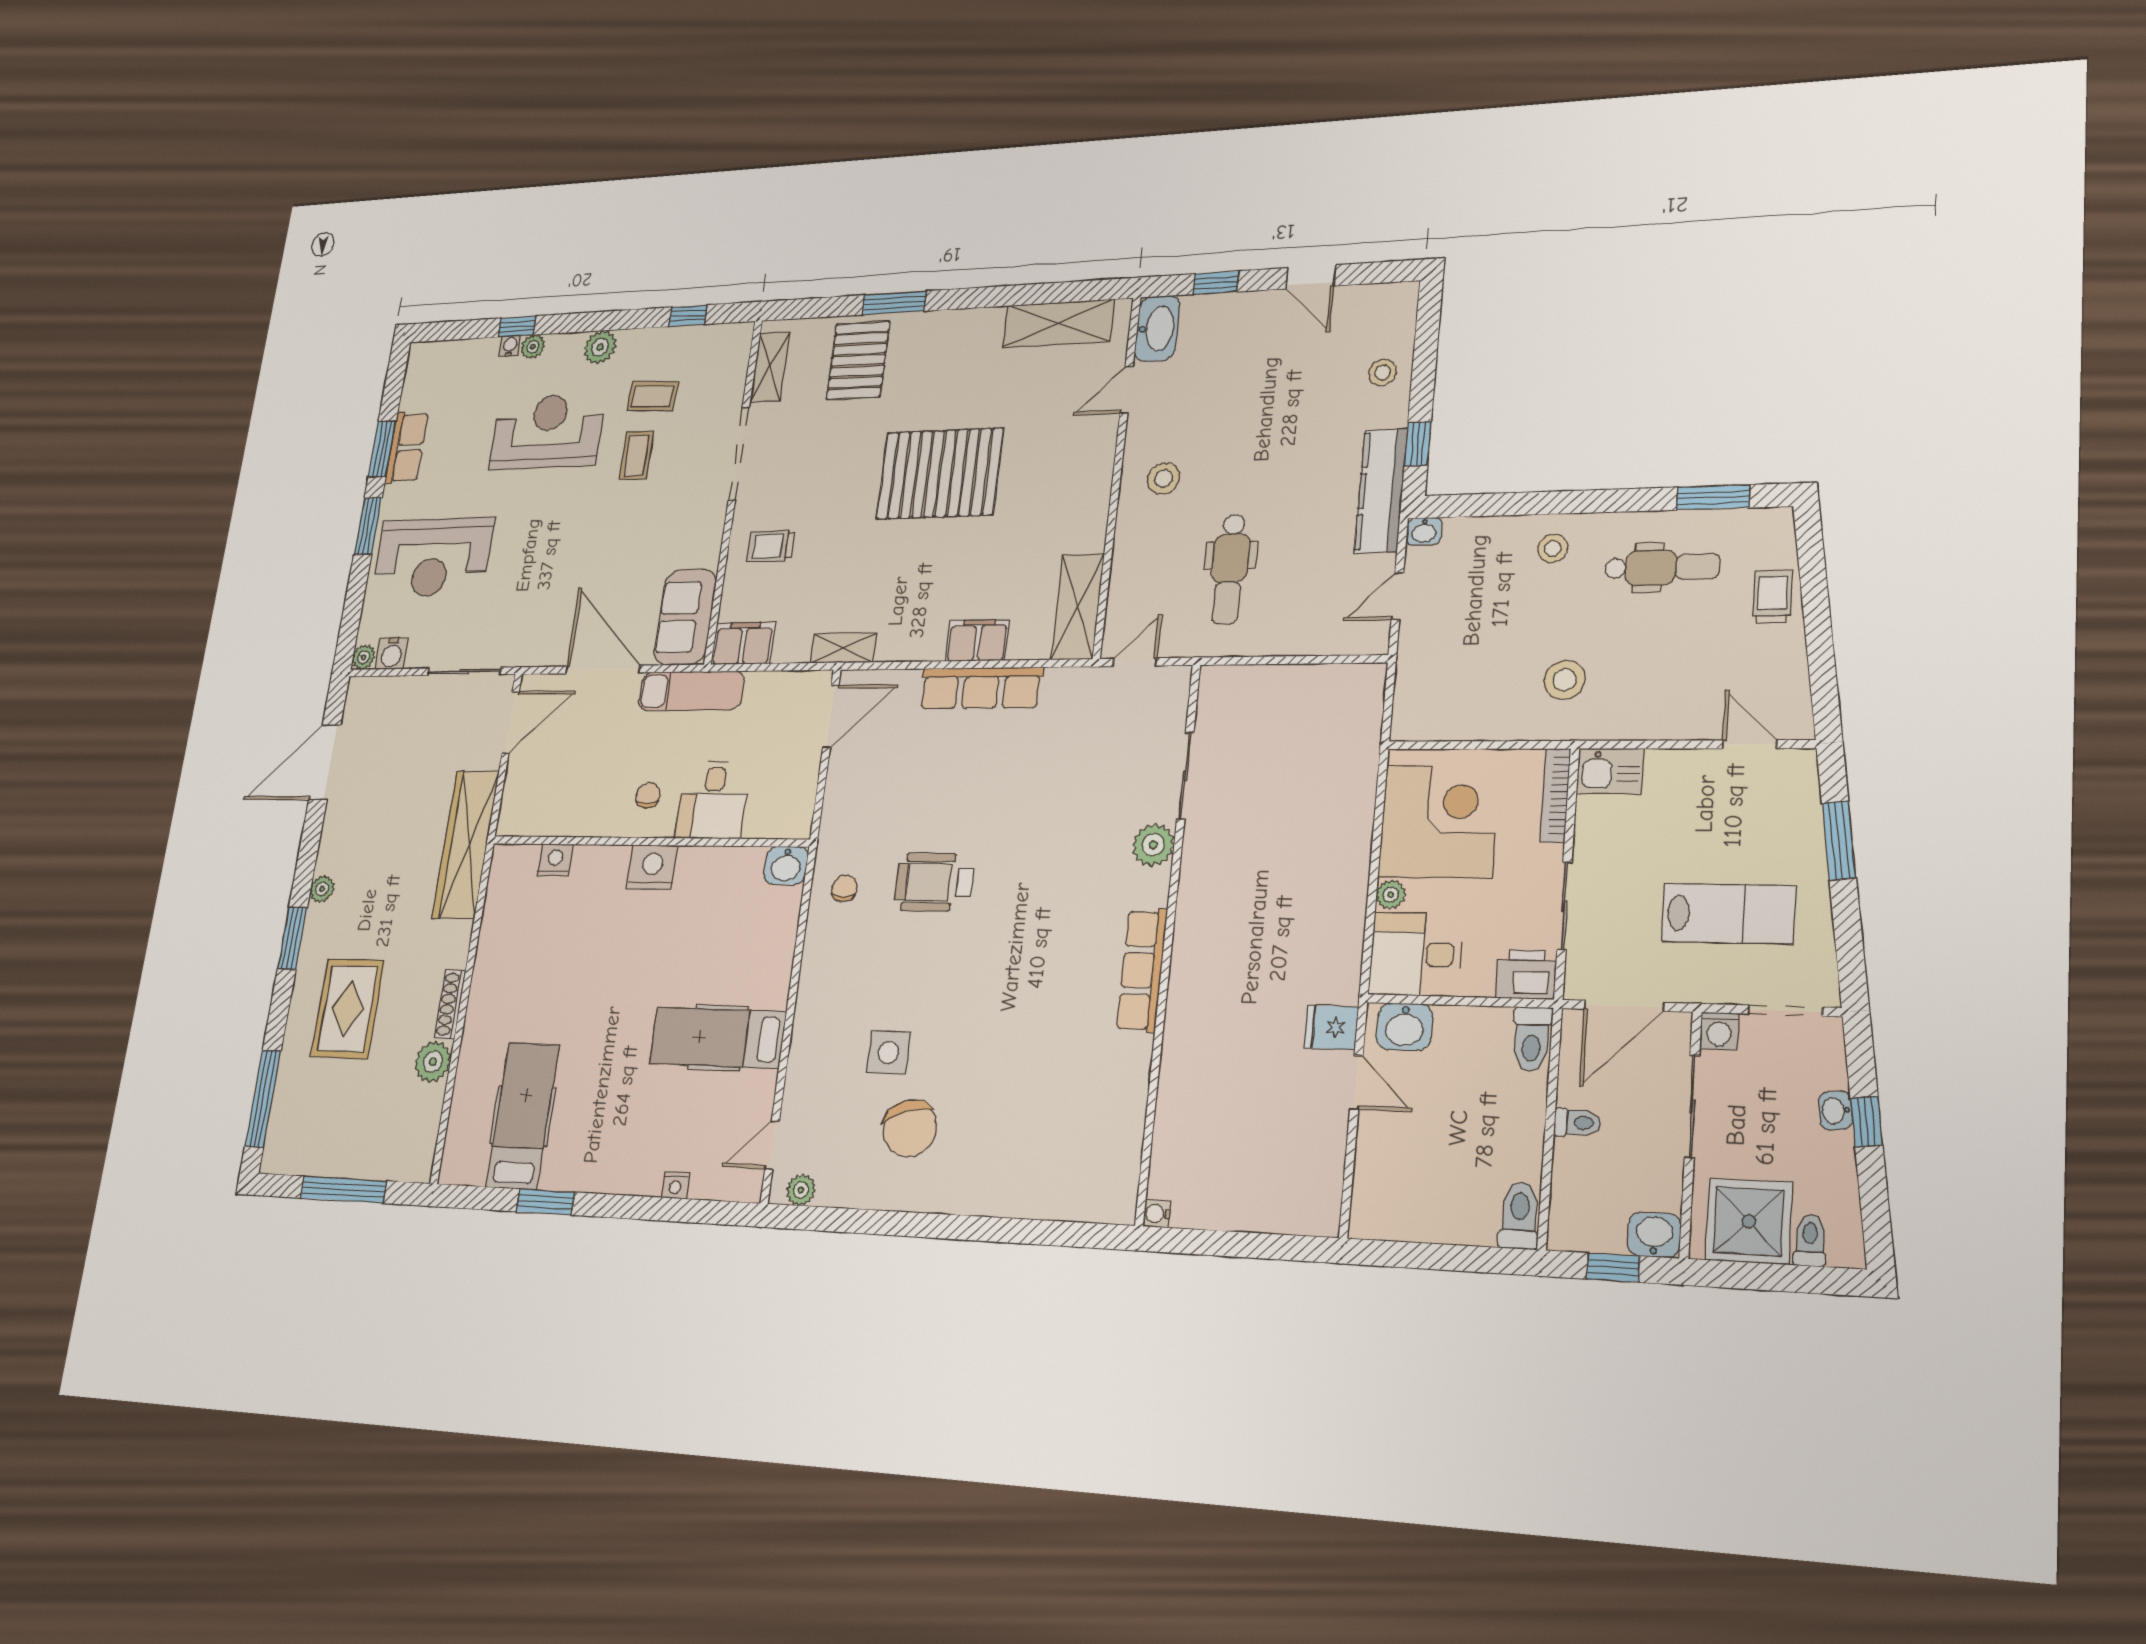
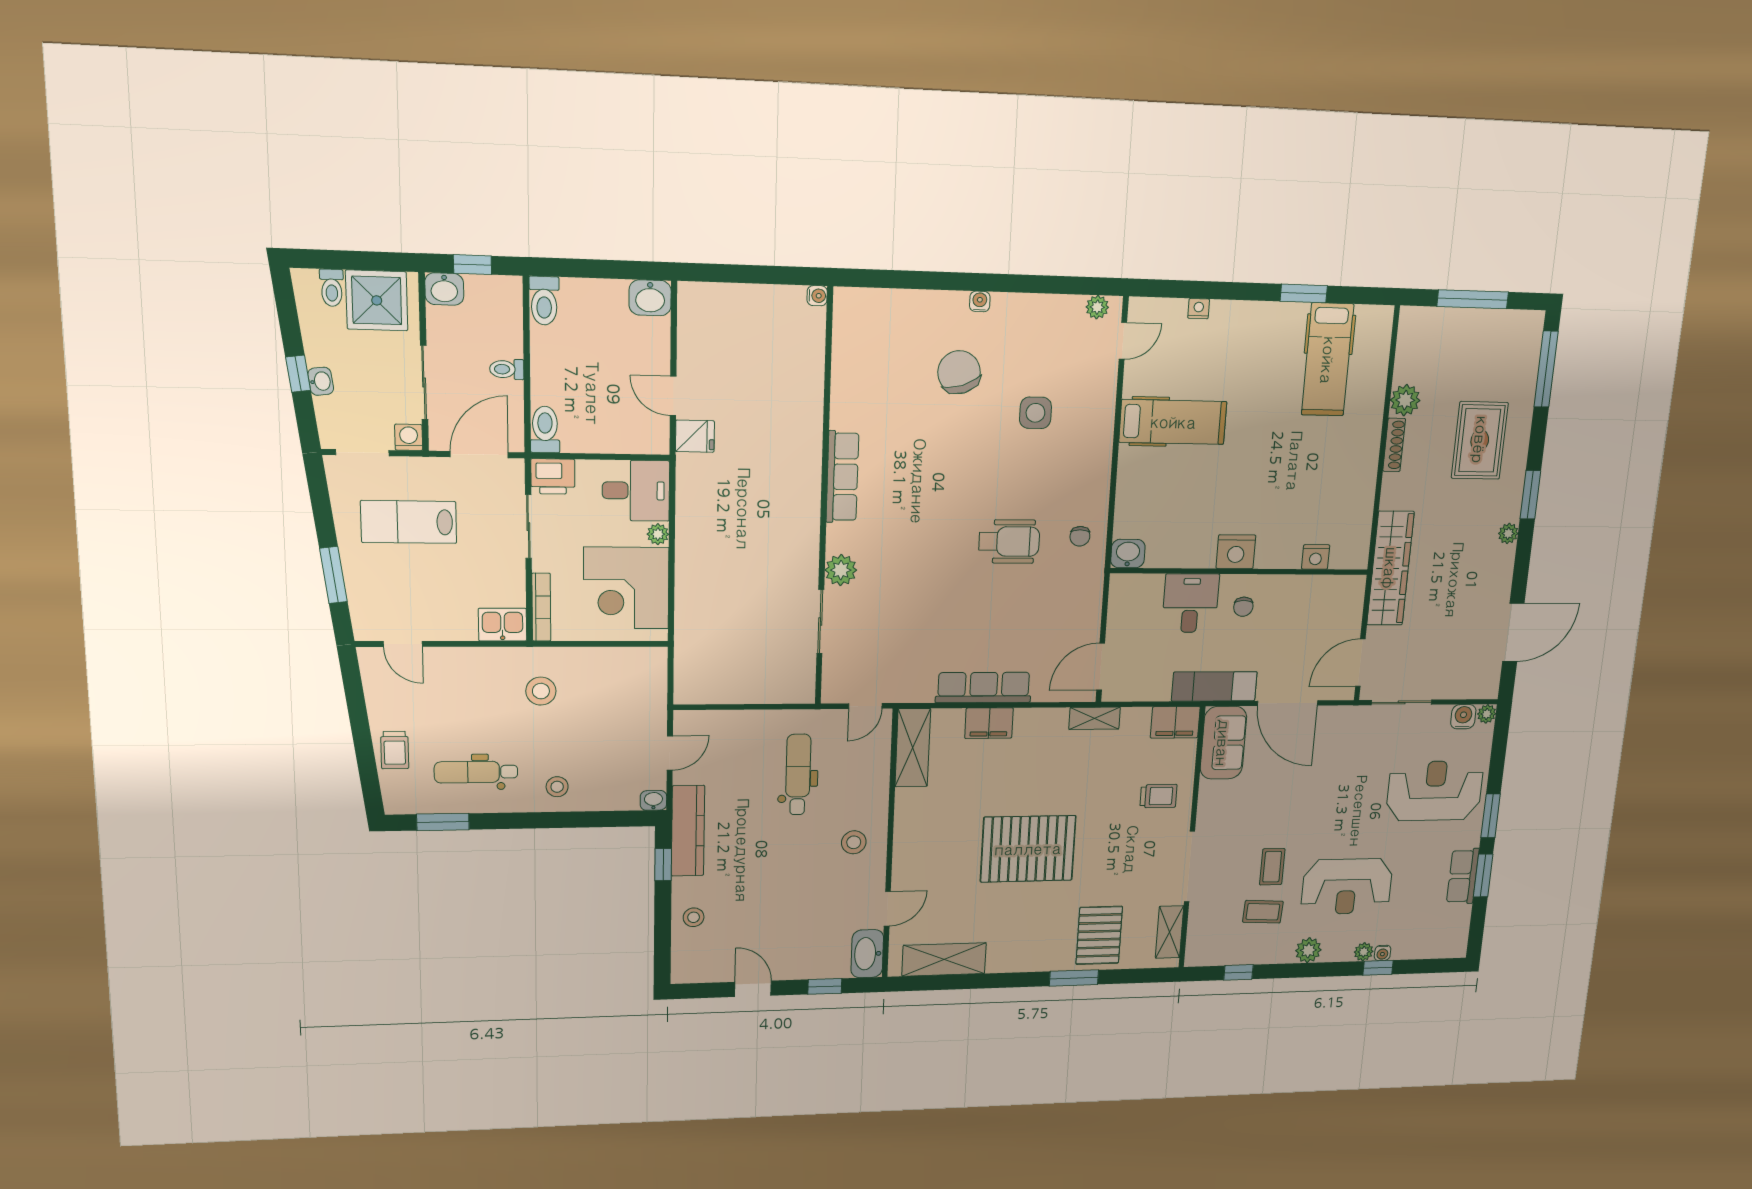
washbasin: (1405, 1027) -> (650, 298), moved, turned 180
chair: (910, 1128) -> (959, 372), moved
water cooler: (948, 1201) -> (980, 301), added

